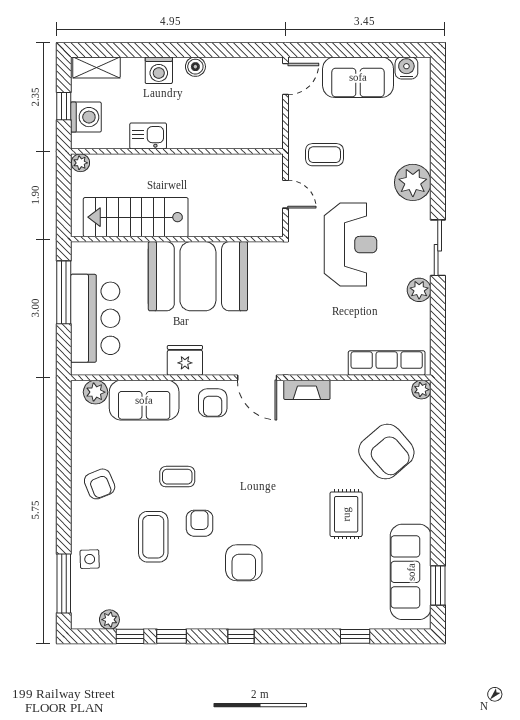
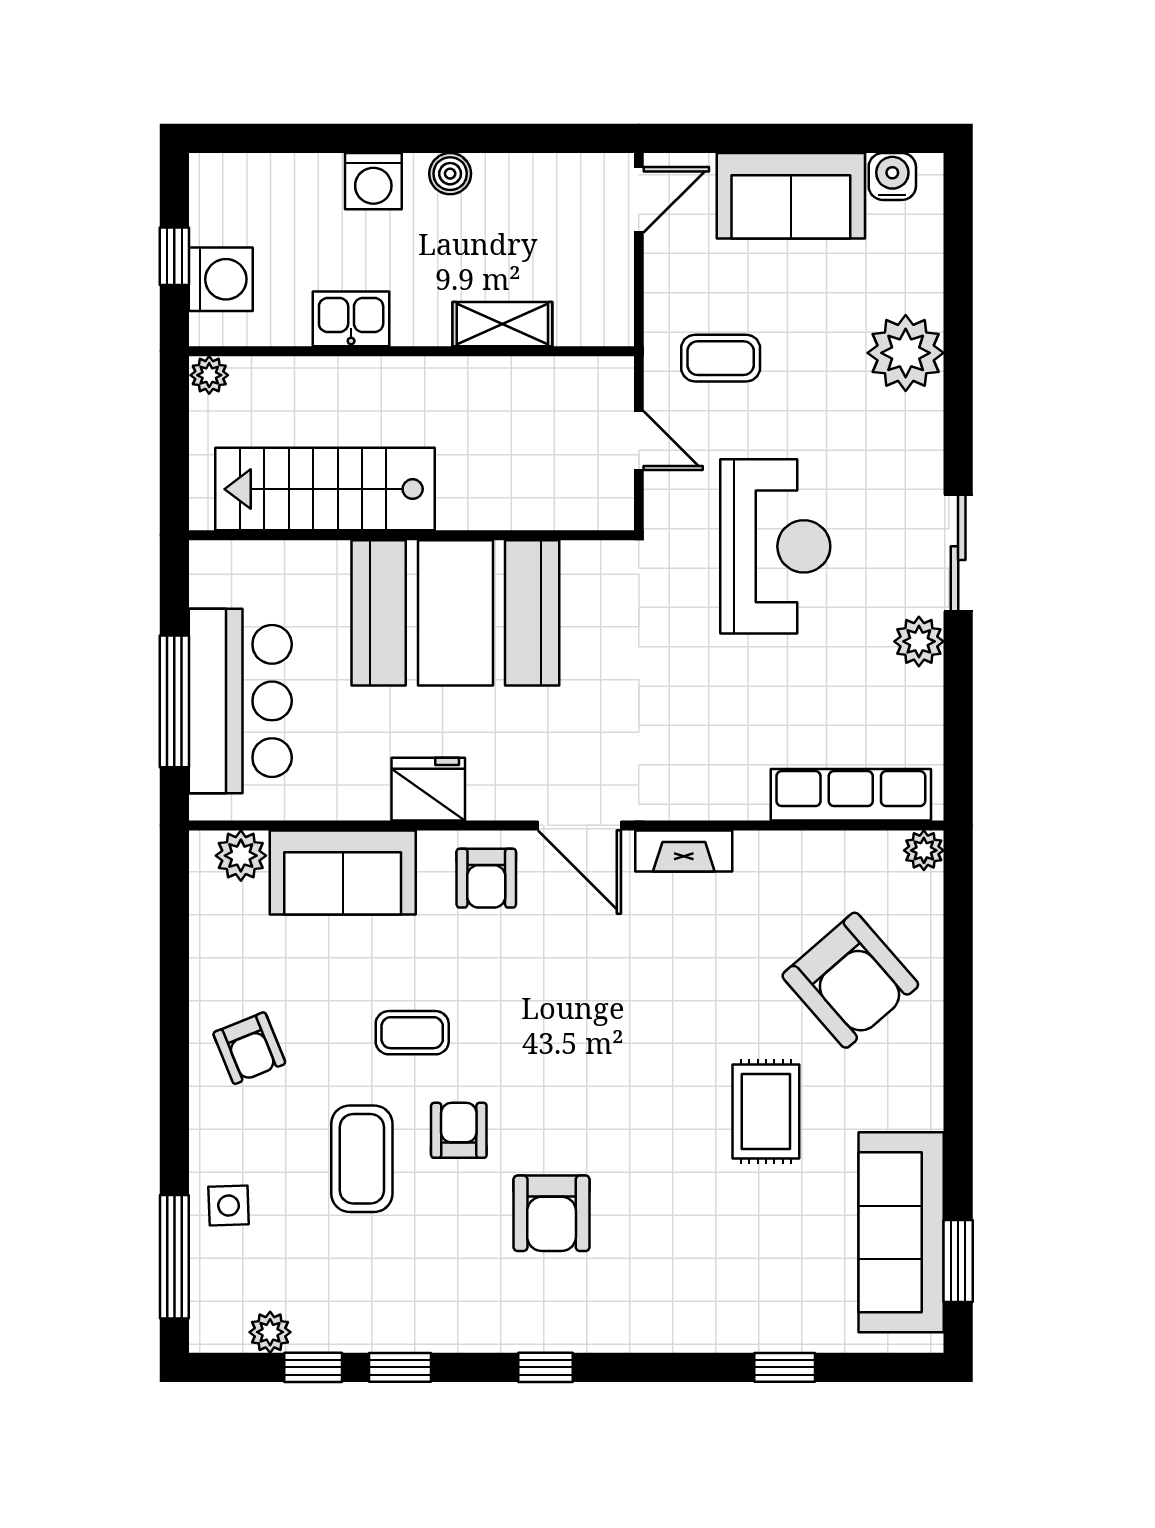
shelving: (96, 67) -> (502, 324), moved
plant: (413, 182) -> (906, 353), moved
window: (64, 292) -> (174, 701), moved

